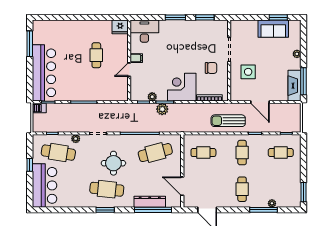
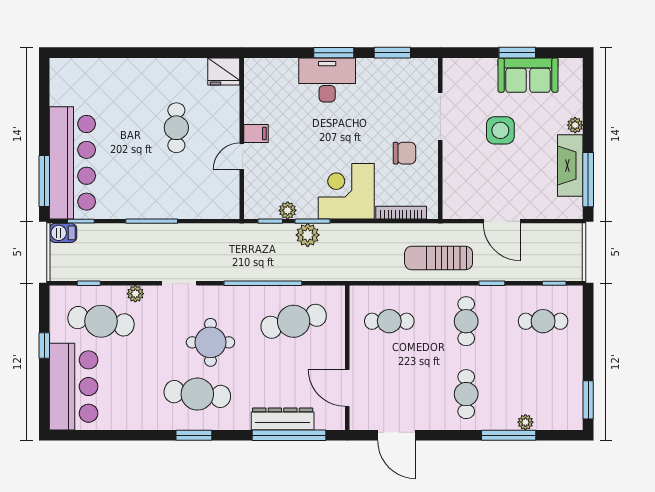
window: (278, 17) -> (517, 53), moved
desk: (144, 31) -> (327, 80), moved
window: (30, 44) -> (44, 181), moved
side table: (248, 72) -> (500, 130), moved
fireplace: (294, 86) -> (570, 165), moved

